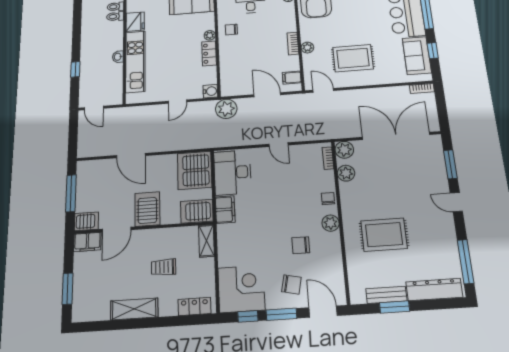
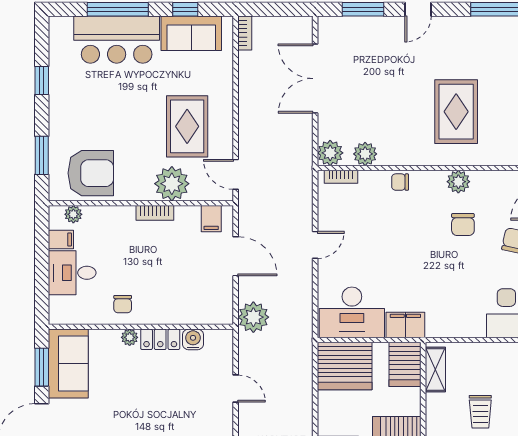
plant: (307, 48) -> (172, 184), width x1.87, depth x1.87
door: (323, 90) -> (236, 174), hinge flipped
water cooler: (210, 91) -> (193, 339), moved
door: (267, 95) -> (236, 256), swing flipped
double door: (396, 136) -> (315, 79), width x0.73
plant: (331, 223) -> (458, 182), moved
shelving: (206, 241) -> (435, 370), moved, turned 90

